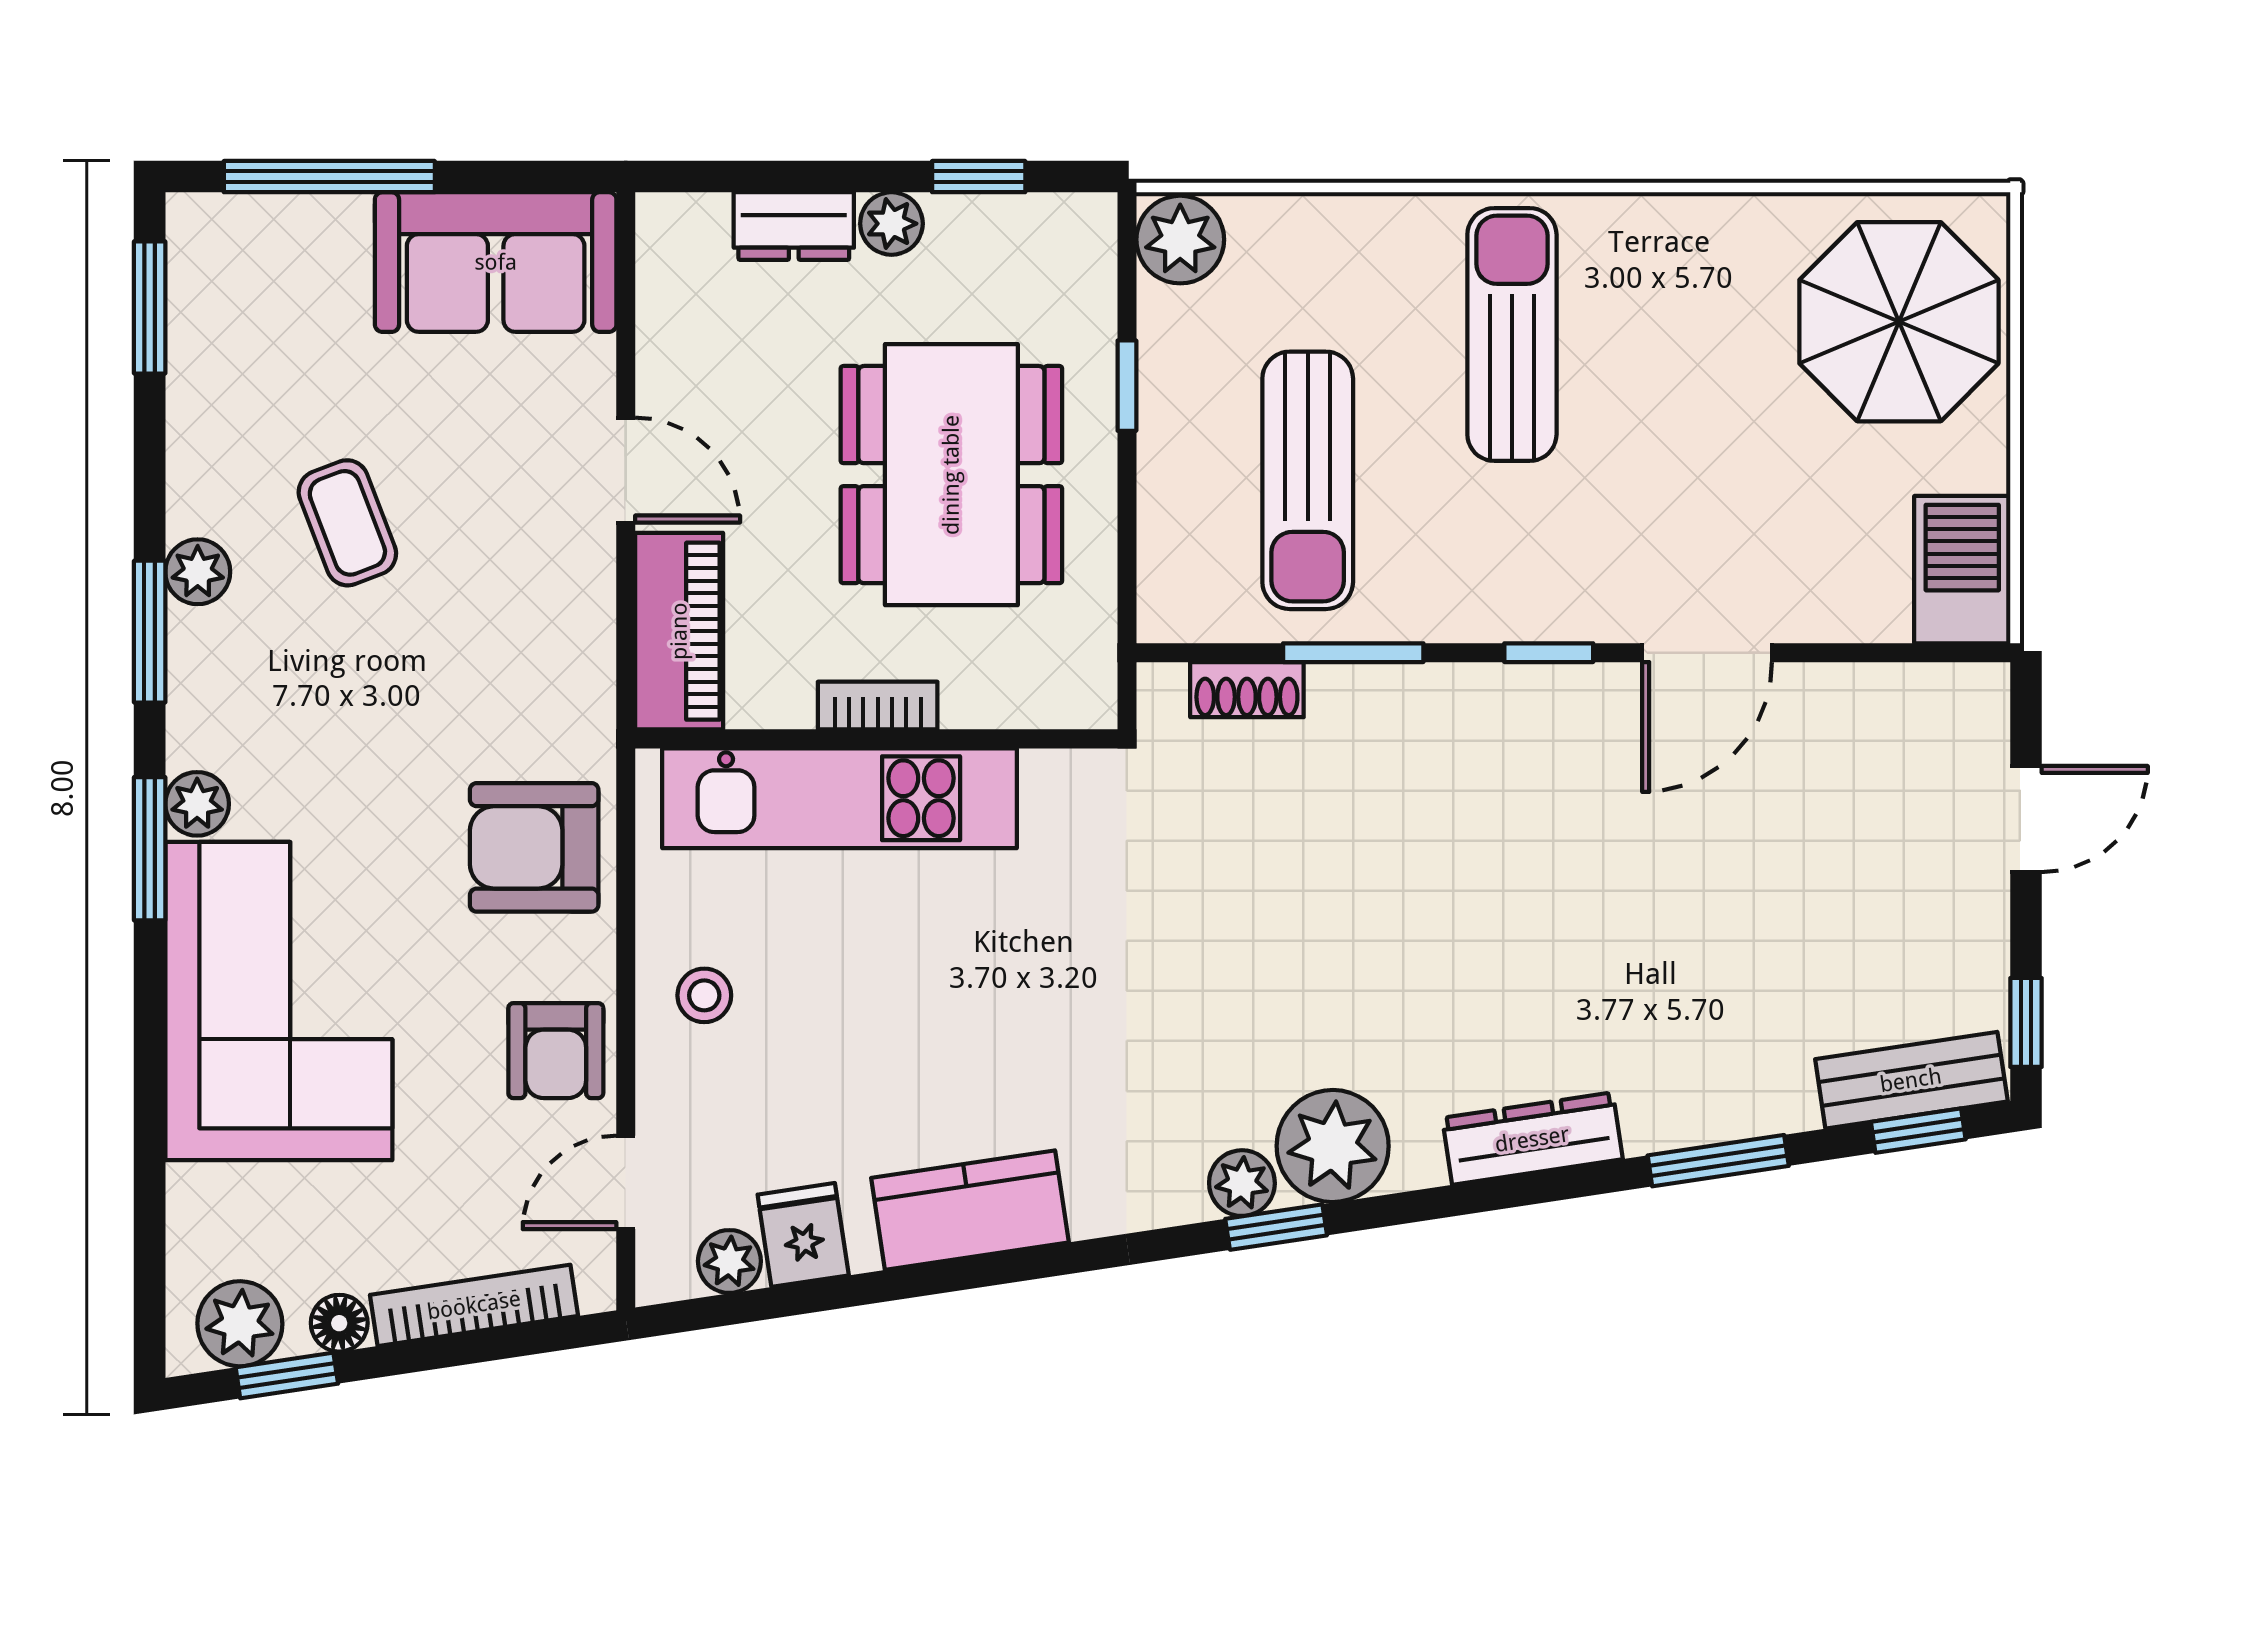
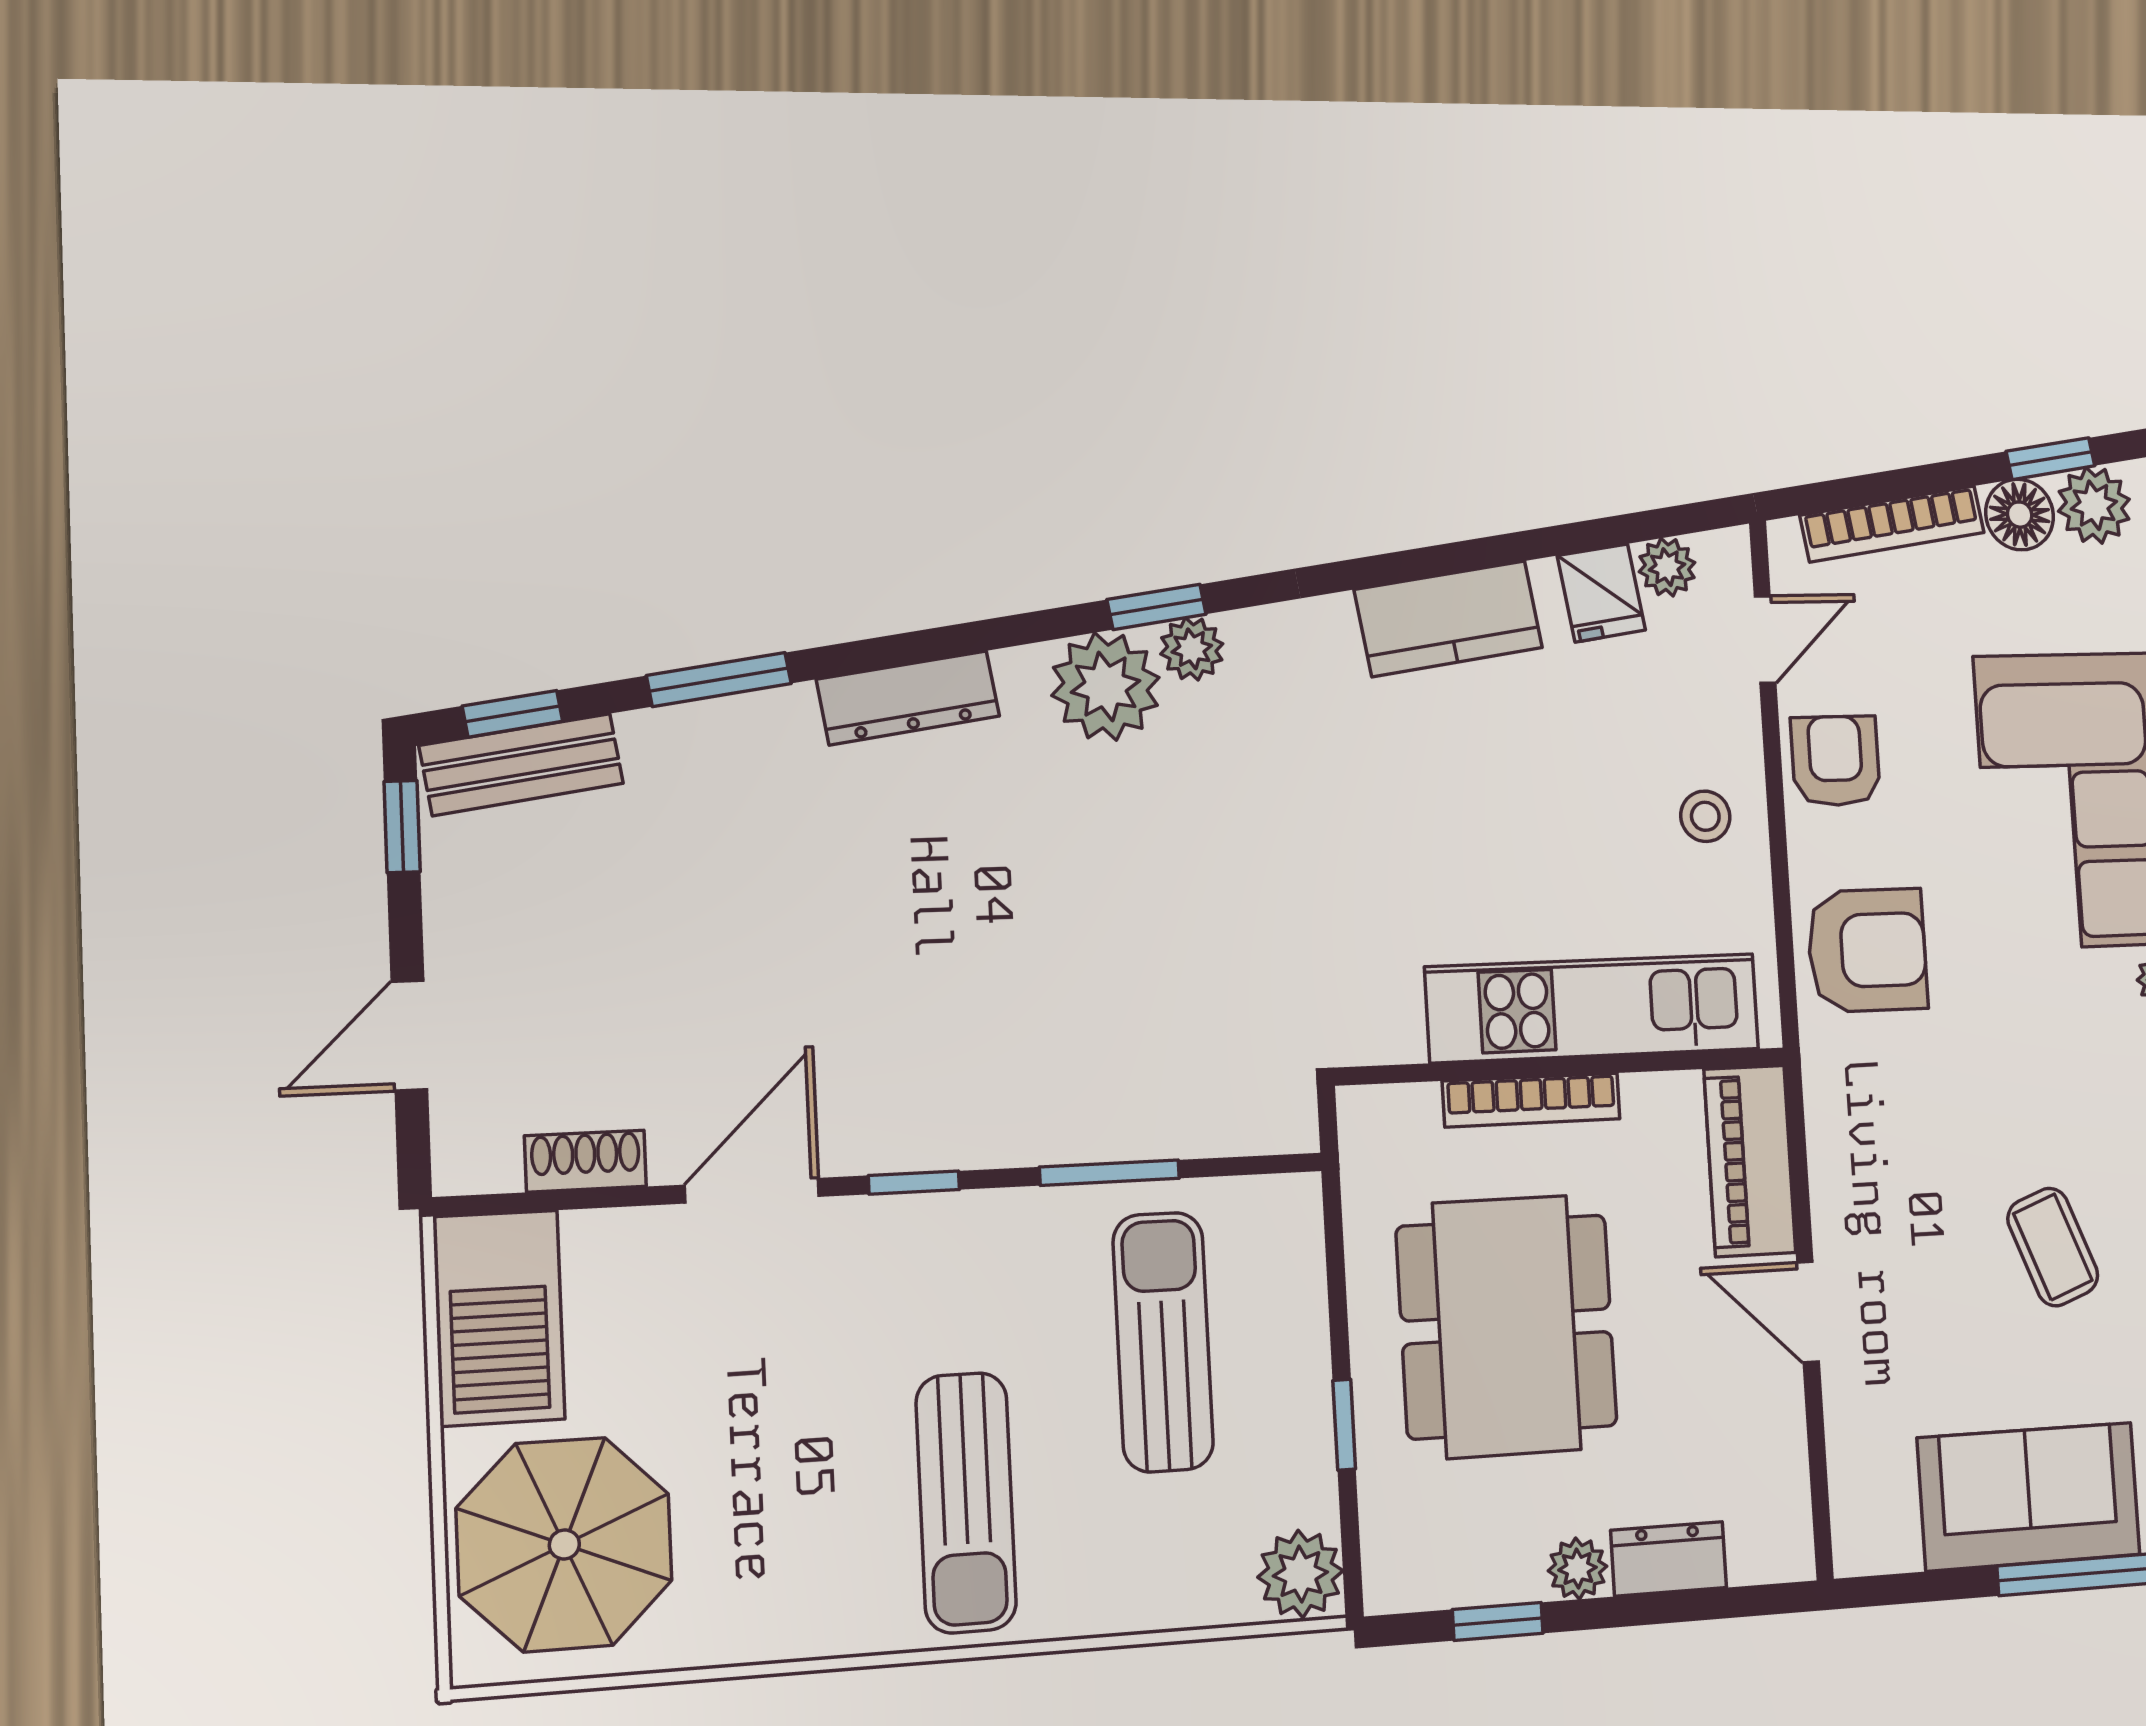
sofa: (496, 262) -> (2029, 1496), moved
barbecue: (1962, 570) -> (499, 1318), width x1.37, depth x1.21
shoe rack: (1247, 690) -> (586, 1161), moved
bookcase: (878, 706) -> (1531, 1100), width x1.56
floor lamp: (339, 1323) -> (2020, 515), width x1.37, depth x1.37

